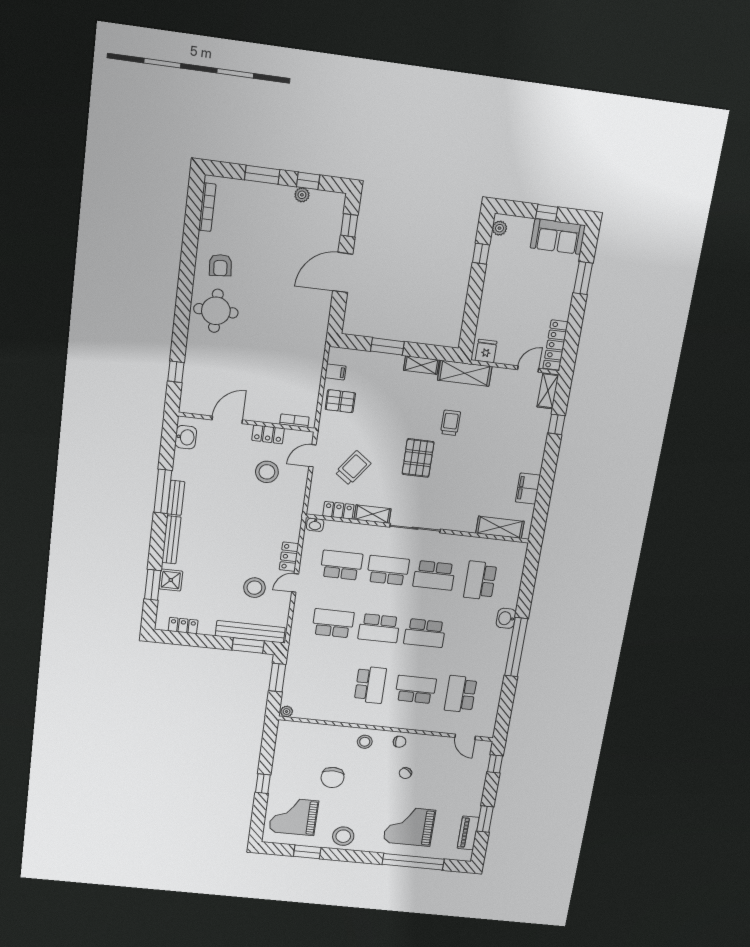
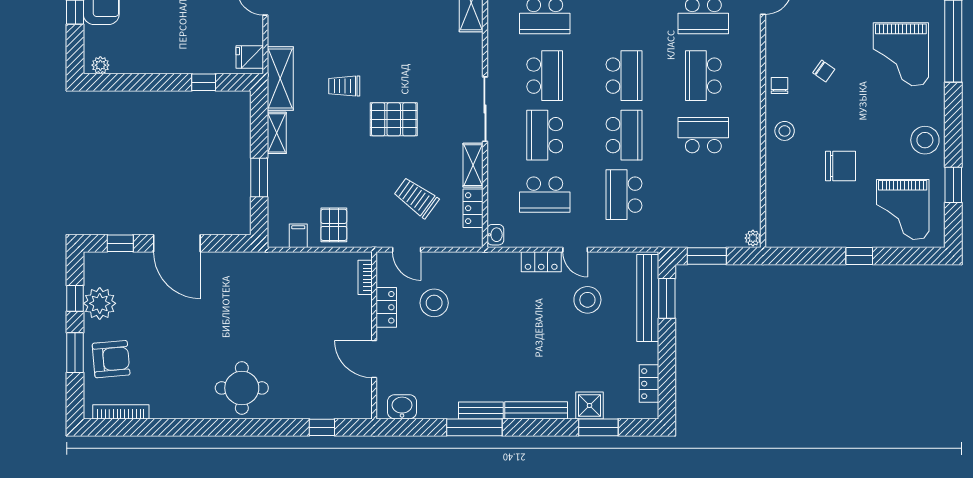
plant: (302, 195) -> (100, 303), width x1.87, depth x1.87
window: (481, 254) -> (204, 82), moved
armchair: (220, 265) -> (111, 359), moved, width x1.38, depth x1.38
school desk: (341, 565) -> (545, 195), turned -90

